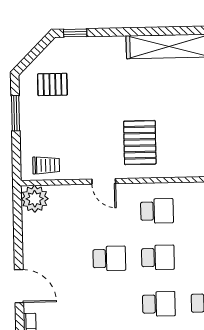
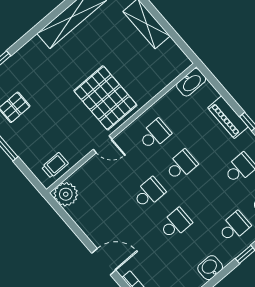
pallet: (140, 143) -> (105, 98), width x1.37, depth x1.41
school desk: (159, 304) -> (176, 224), moved

